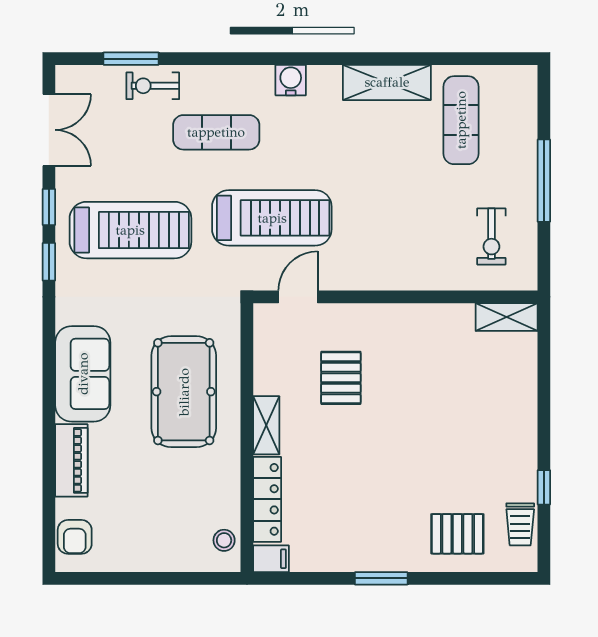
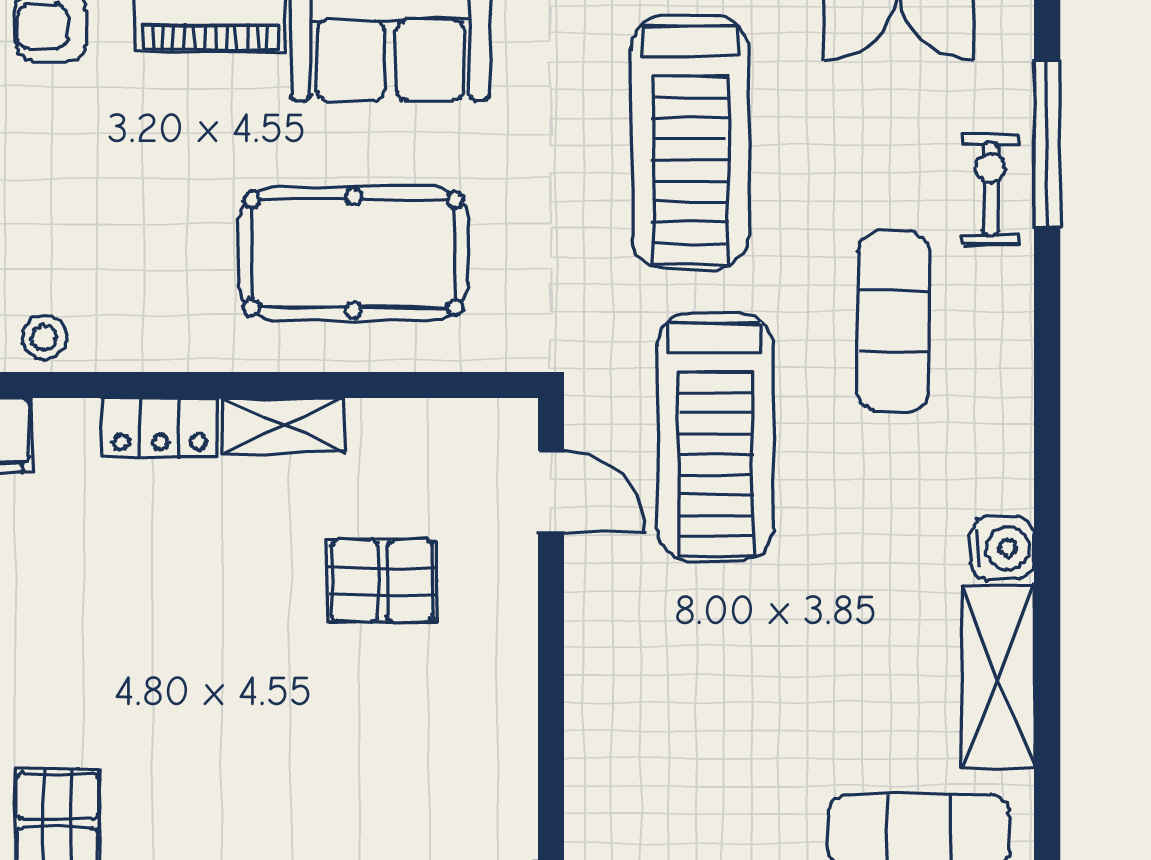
window: (131, 59) -> (1047, 144), width x1.44
water cooler: (291, 80) -> (1002, 548), moved
locker: (267, 499) -> (160, 427), width x0.66

